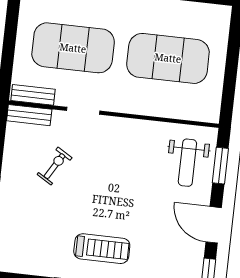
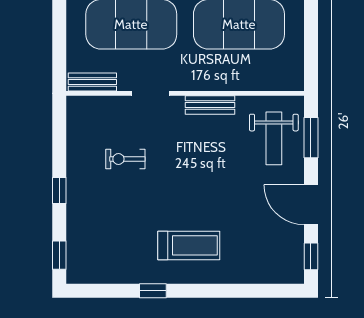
bench: (29, 115) -> (210, 105), moved
exercise bike: (55, 166) -> (125, 159), turned -121

